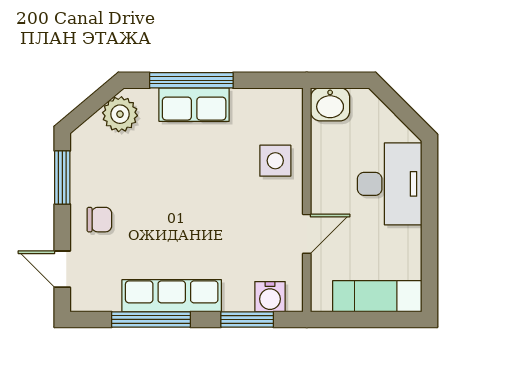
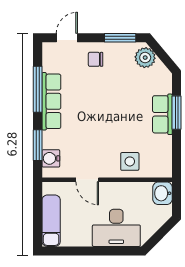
window: (191, 80) -> (177, 113), width x0.69
plant: (120, 114) -> (145, 58), moved
chair: (99, 220) -> (96, 59), turned 90

